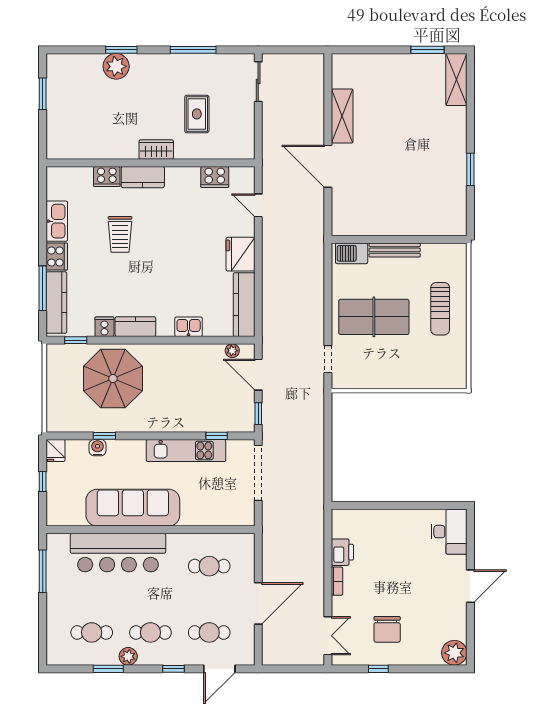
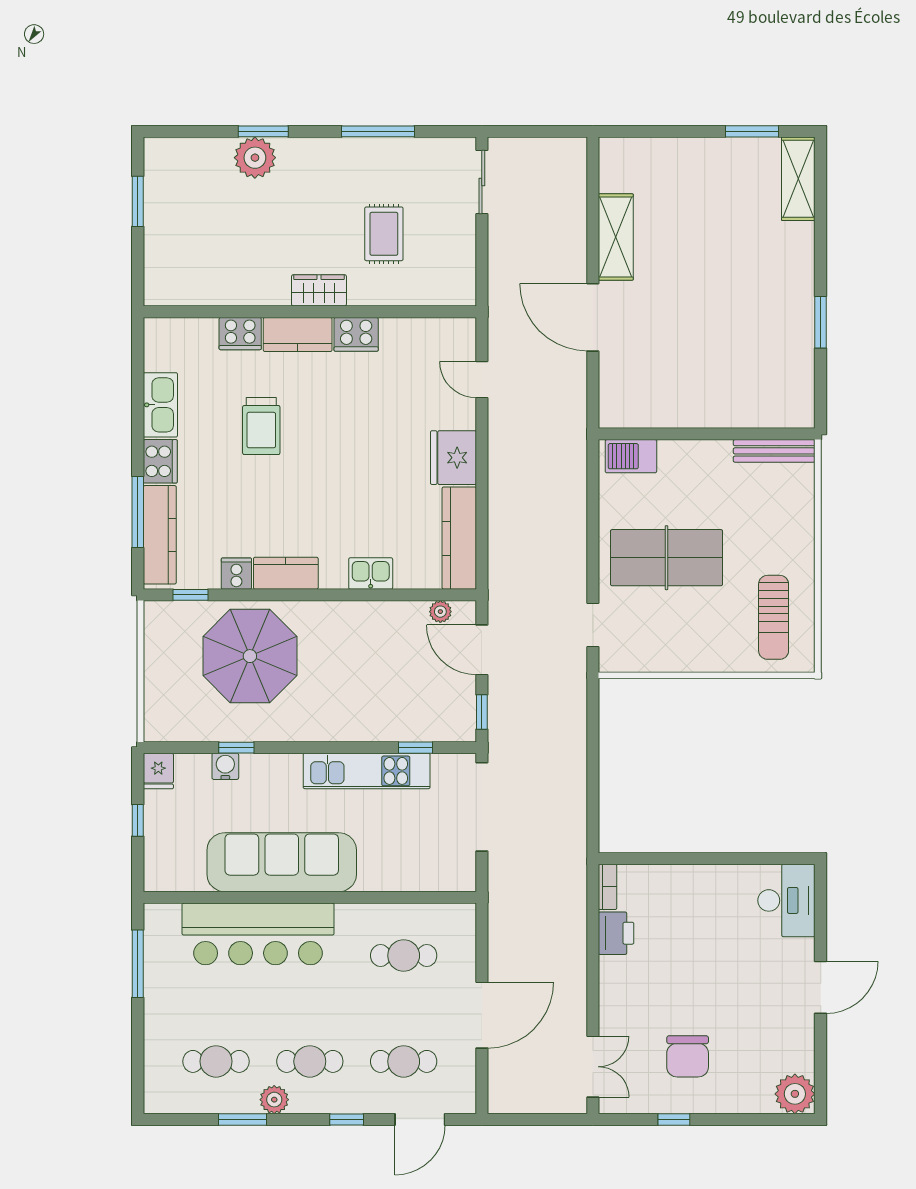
cooker: (215, 177) -> (356, 334), moved
bench: (395, 250) -> (774, 451), moved
sun lounger: (440, 309) -> (774, 617), moved
bookcase: (337, 581) -> (608, 887), moved

